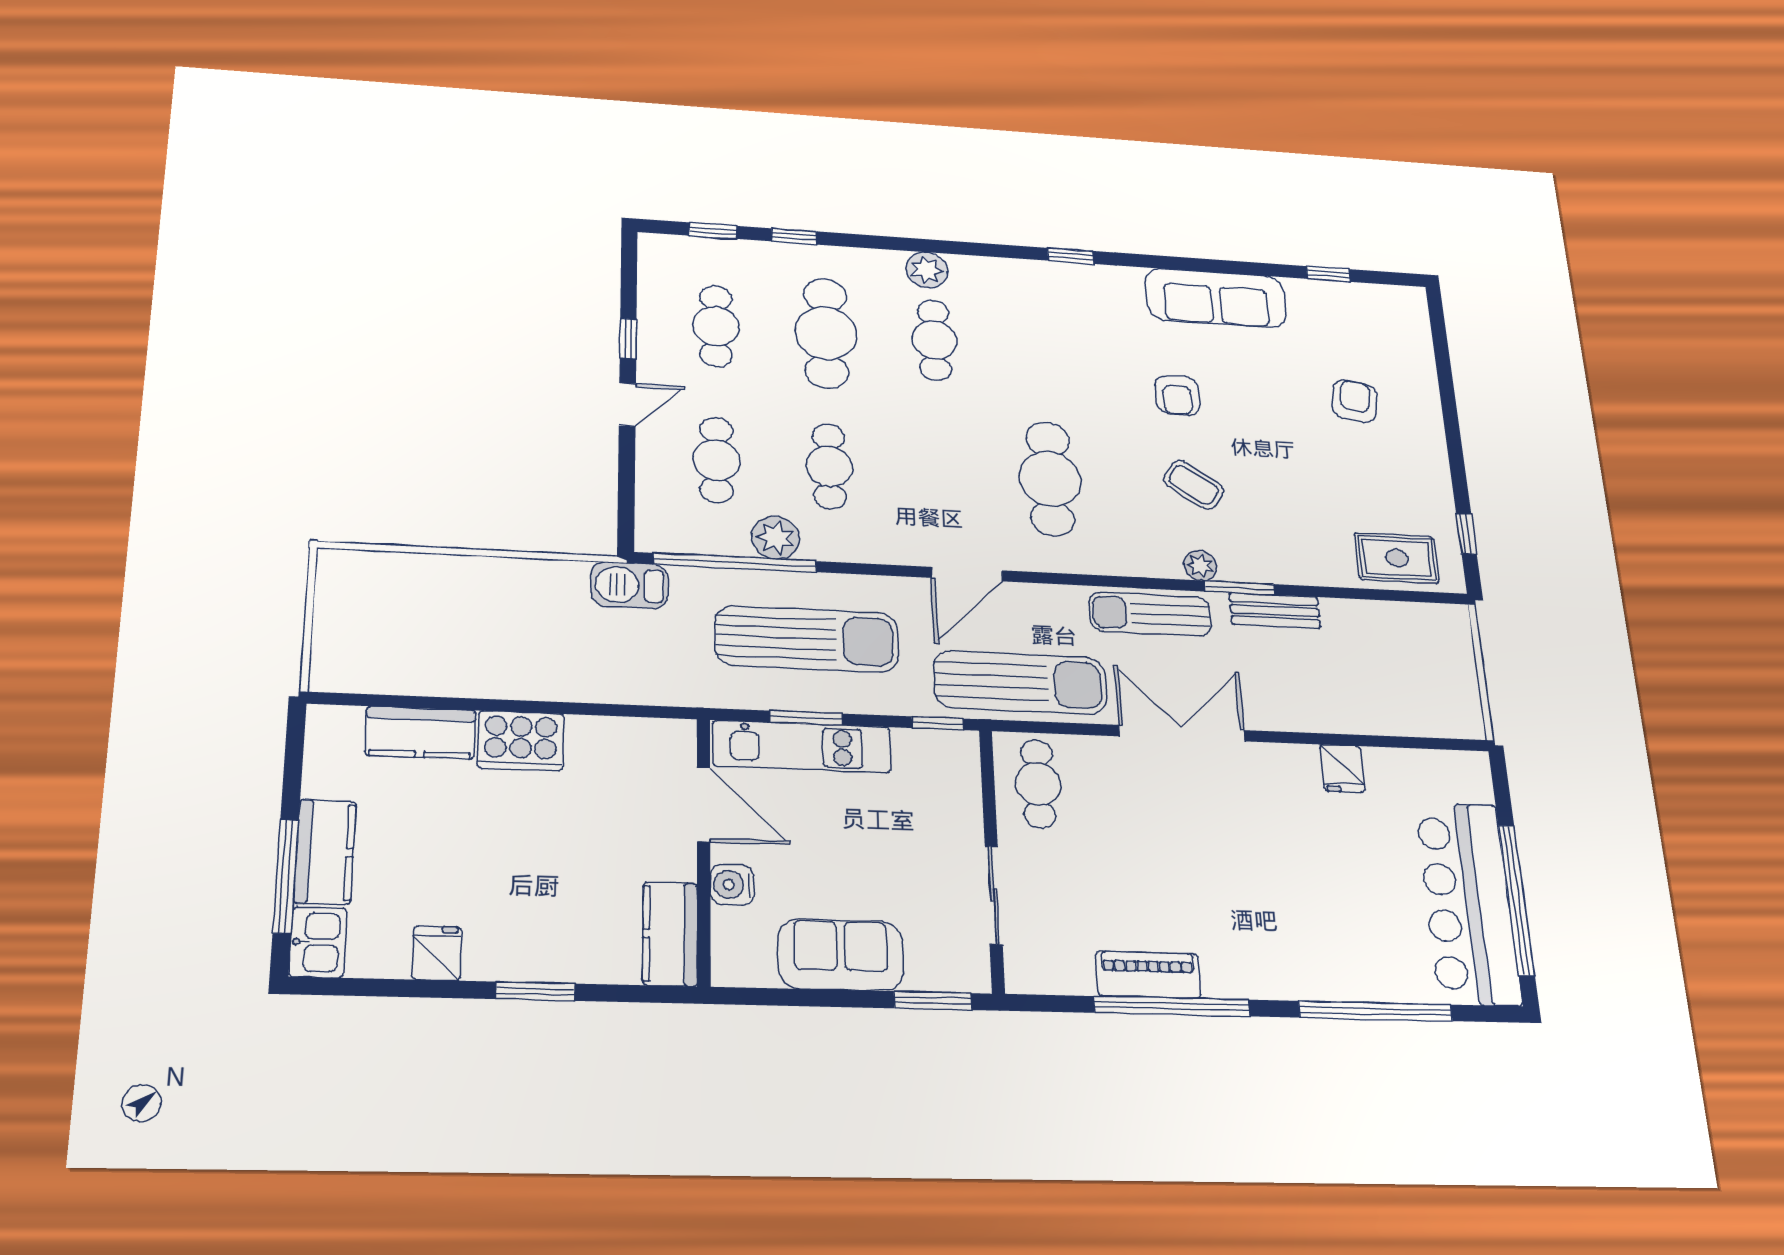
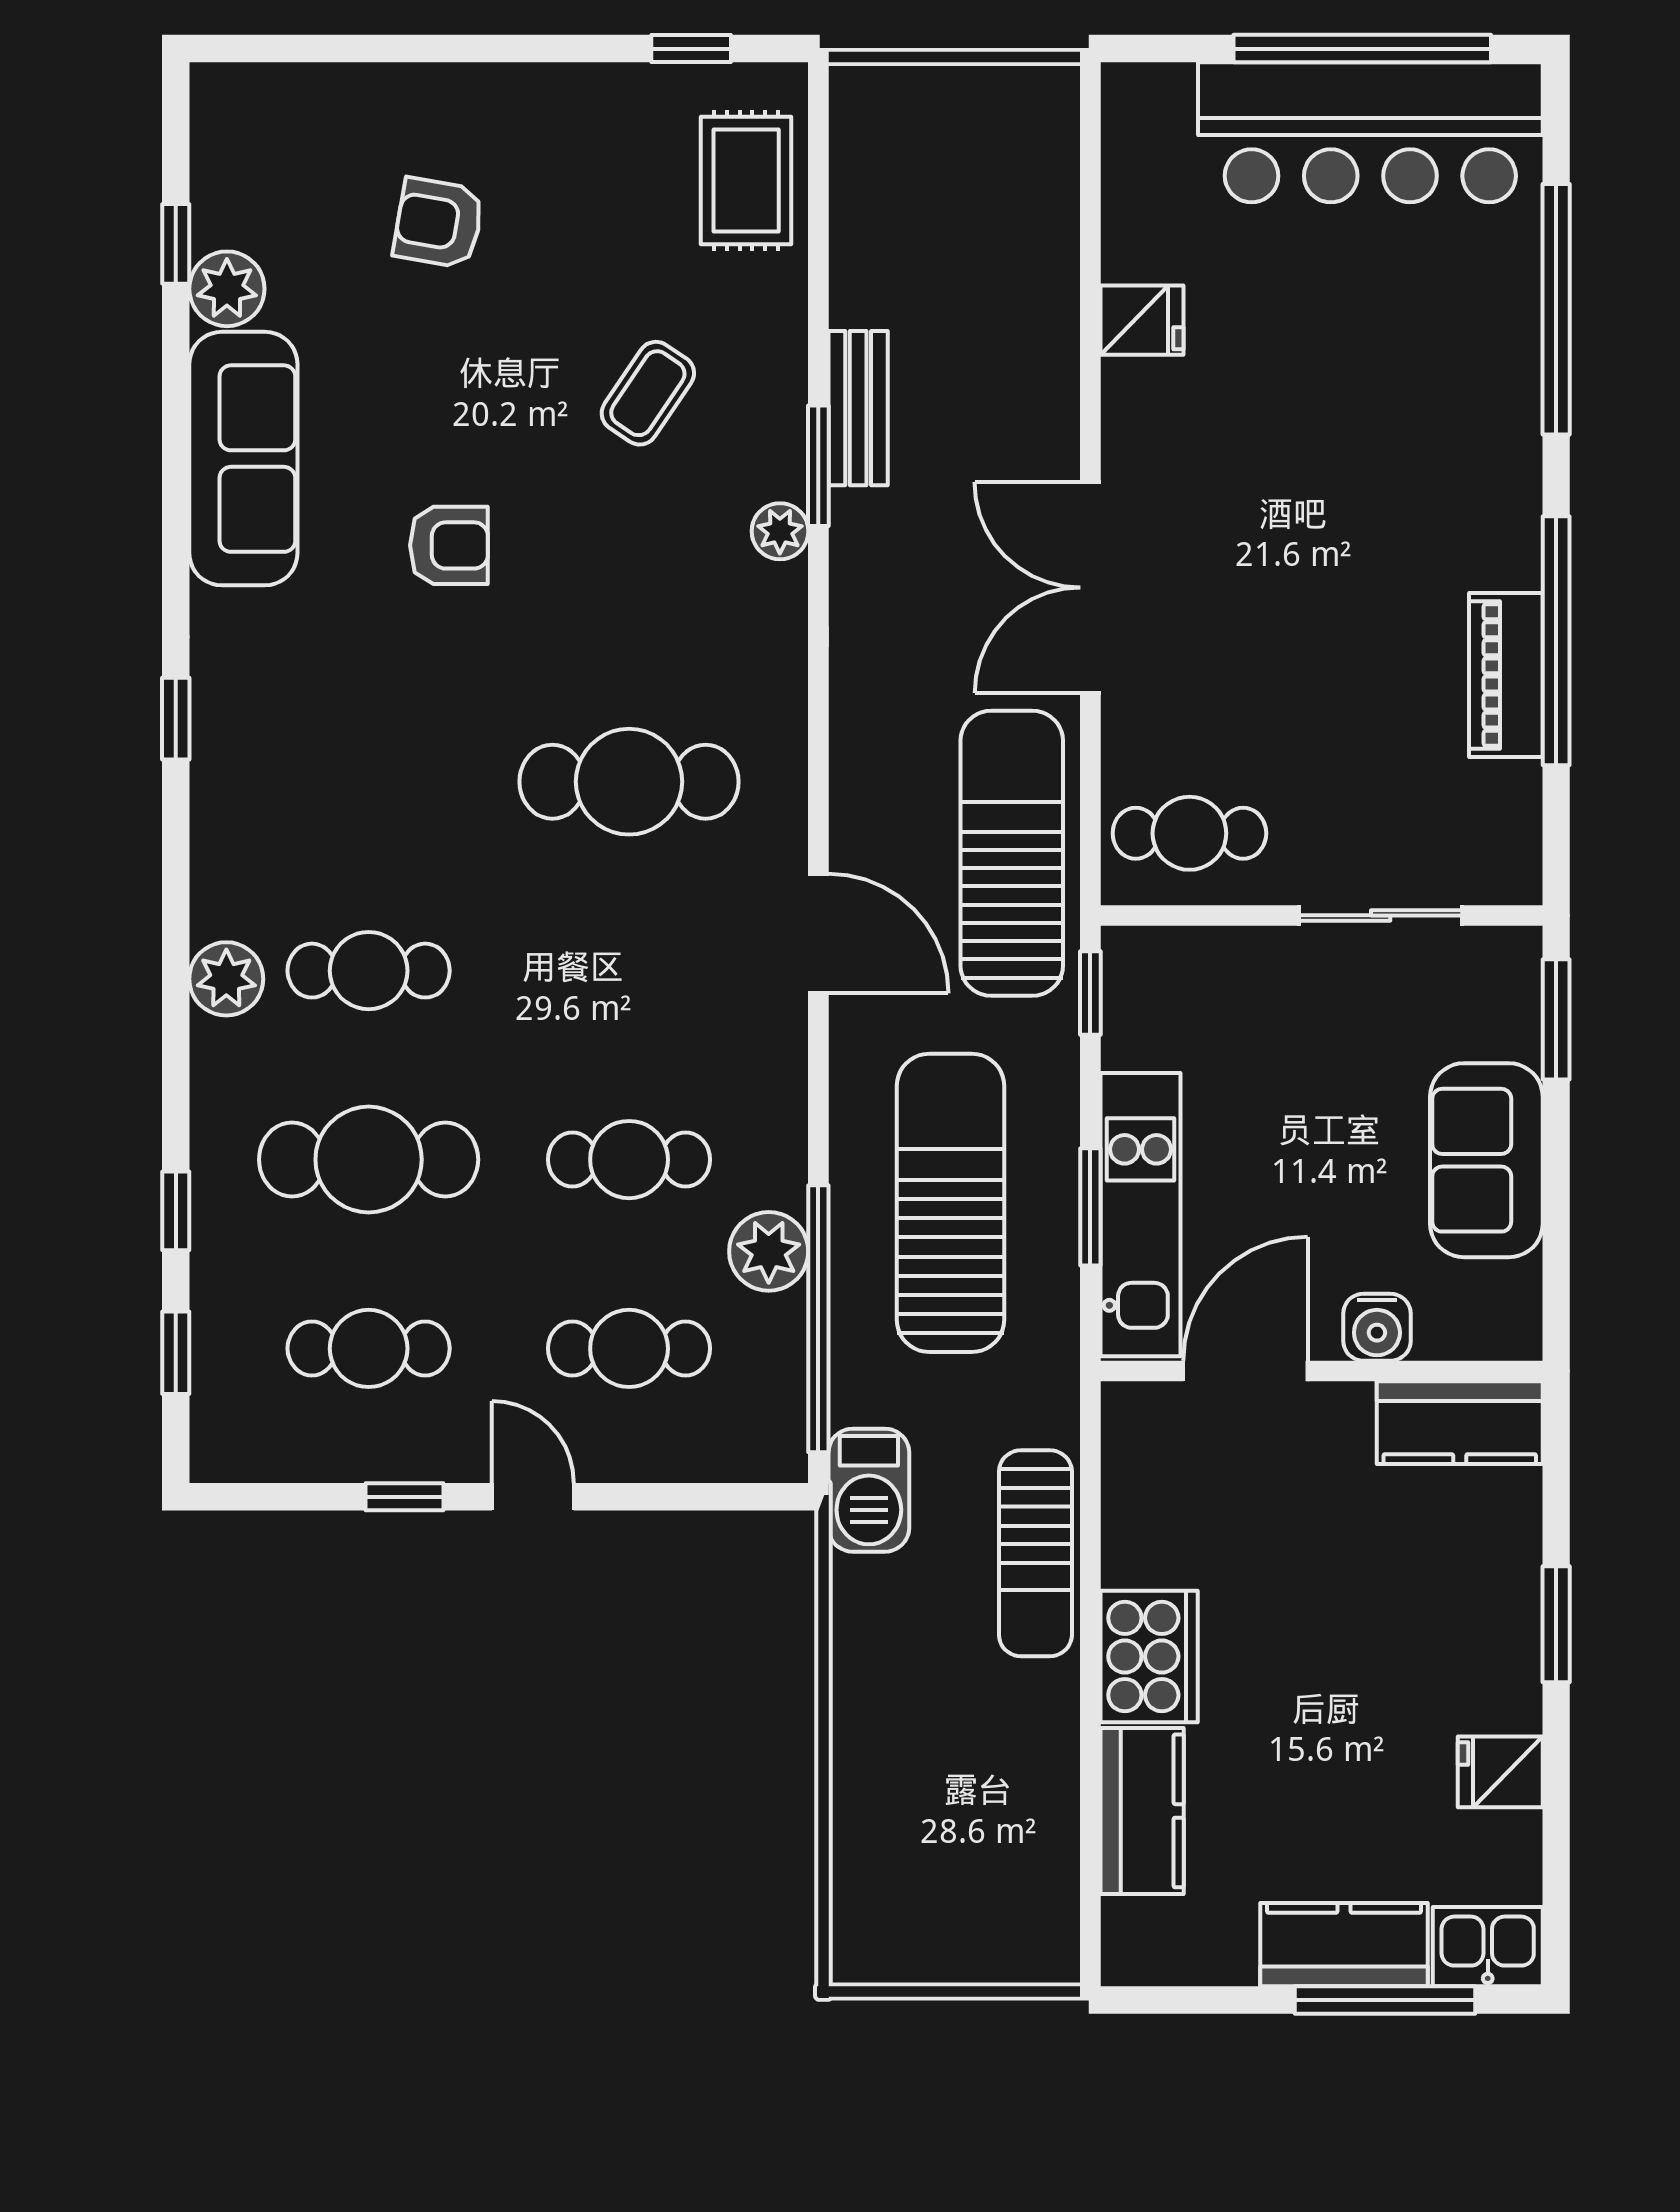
plant: (1307, 296) -> (227, 289), added
coffee table: (1194, 485) -> (648, 393), moved
sun lounger: (1150, 614) -> (1035, 1553), moved

